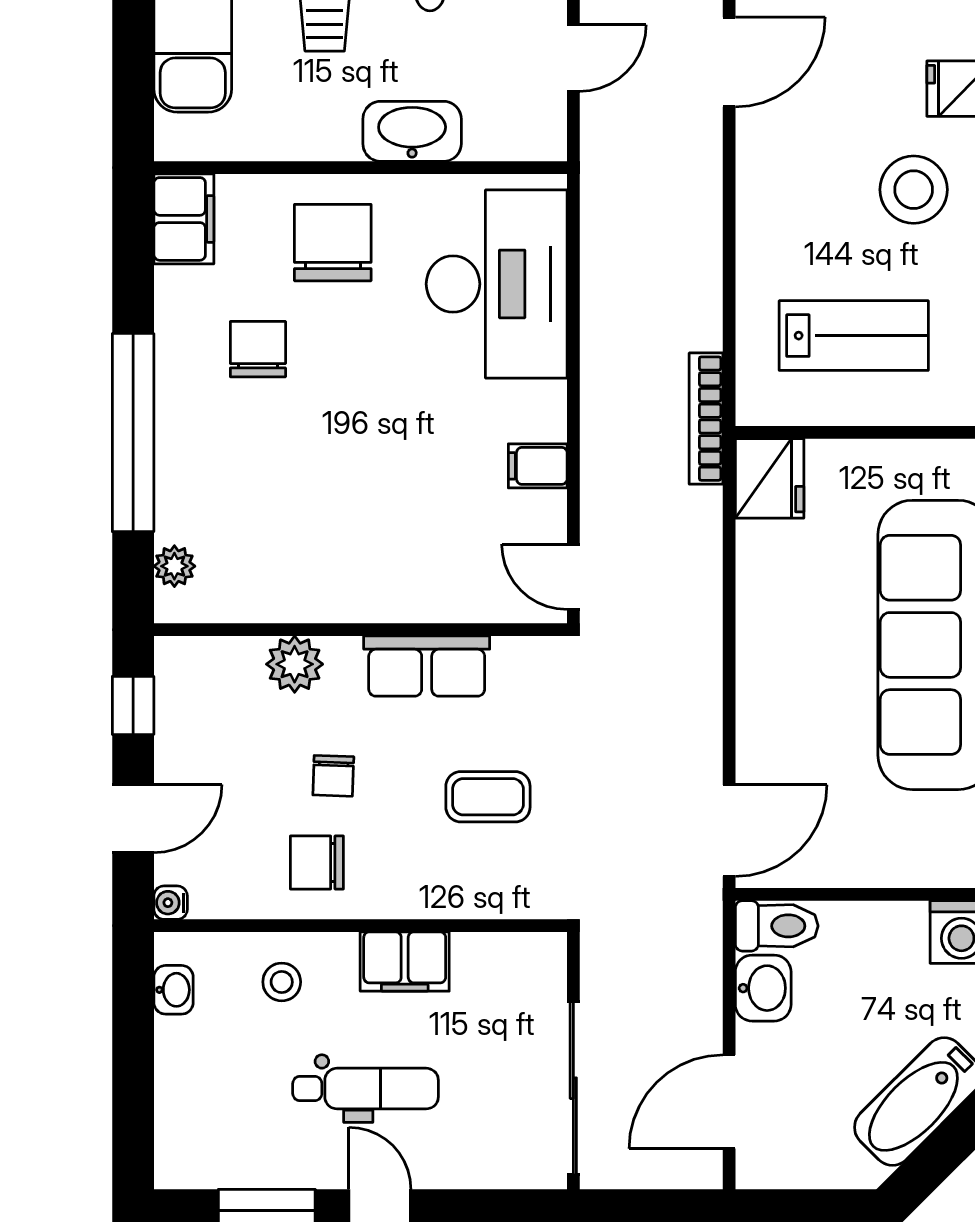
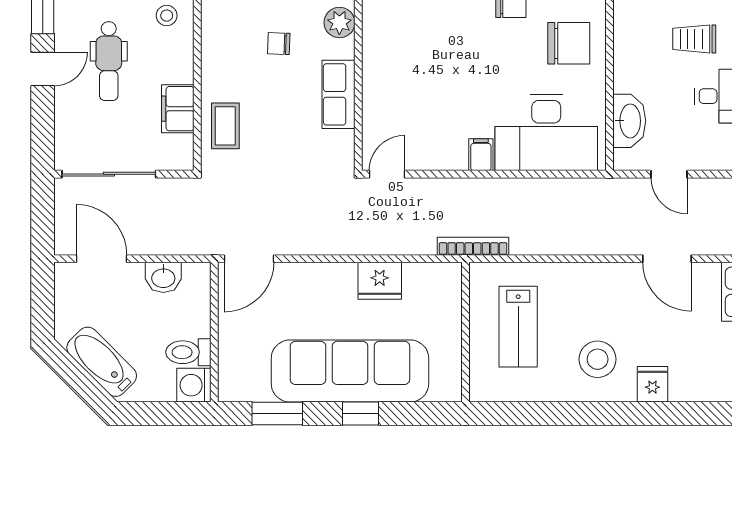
washbasin: (412, 131) -> (629, 121), moved
filing cabinet: (538, 466) -> (481, 155), moved
fridge: (770, 478) -> (380, 281), moved
coffee table: (488, 797) -> (225, 126), moved
door: (729, 831) -> (249, 259), hinge flipped
chair: (317, 863) -> (232, 35), removed
toilet: (777, 926) -> (188, 352), moved, turned 90
filing cabinet: (405, 962) -> (178, 109), moved

